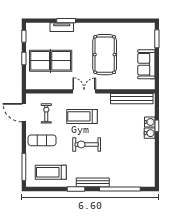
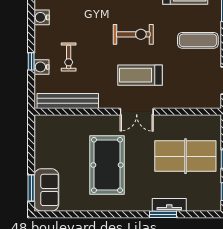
sofa: (146, 64) -> (46, 190), moved
exercise bike: (46, 113) -> (69, 57), moved
treadmill: (82, 116) -> (140, 75), turned 180
water cooler: (150, 133) -> (42, 17), moved

